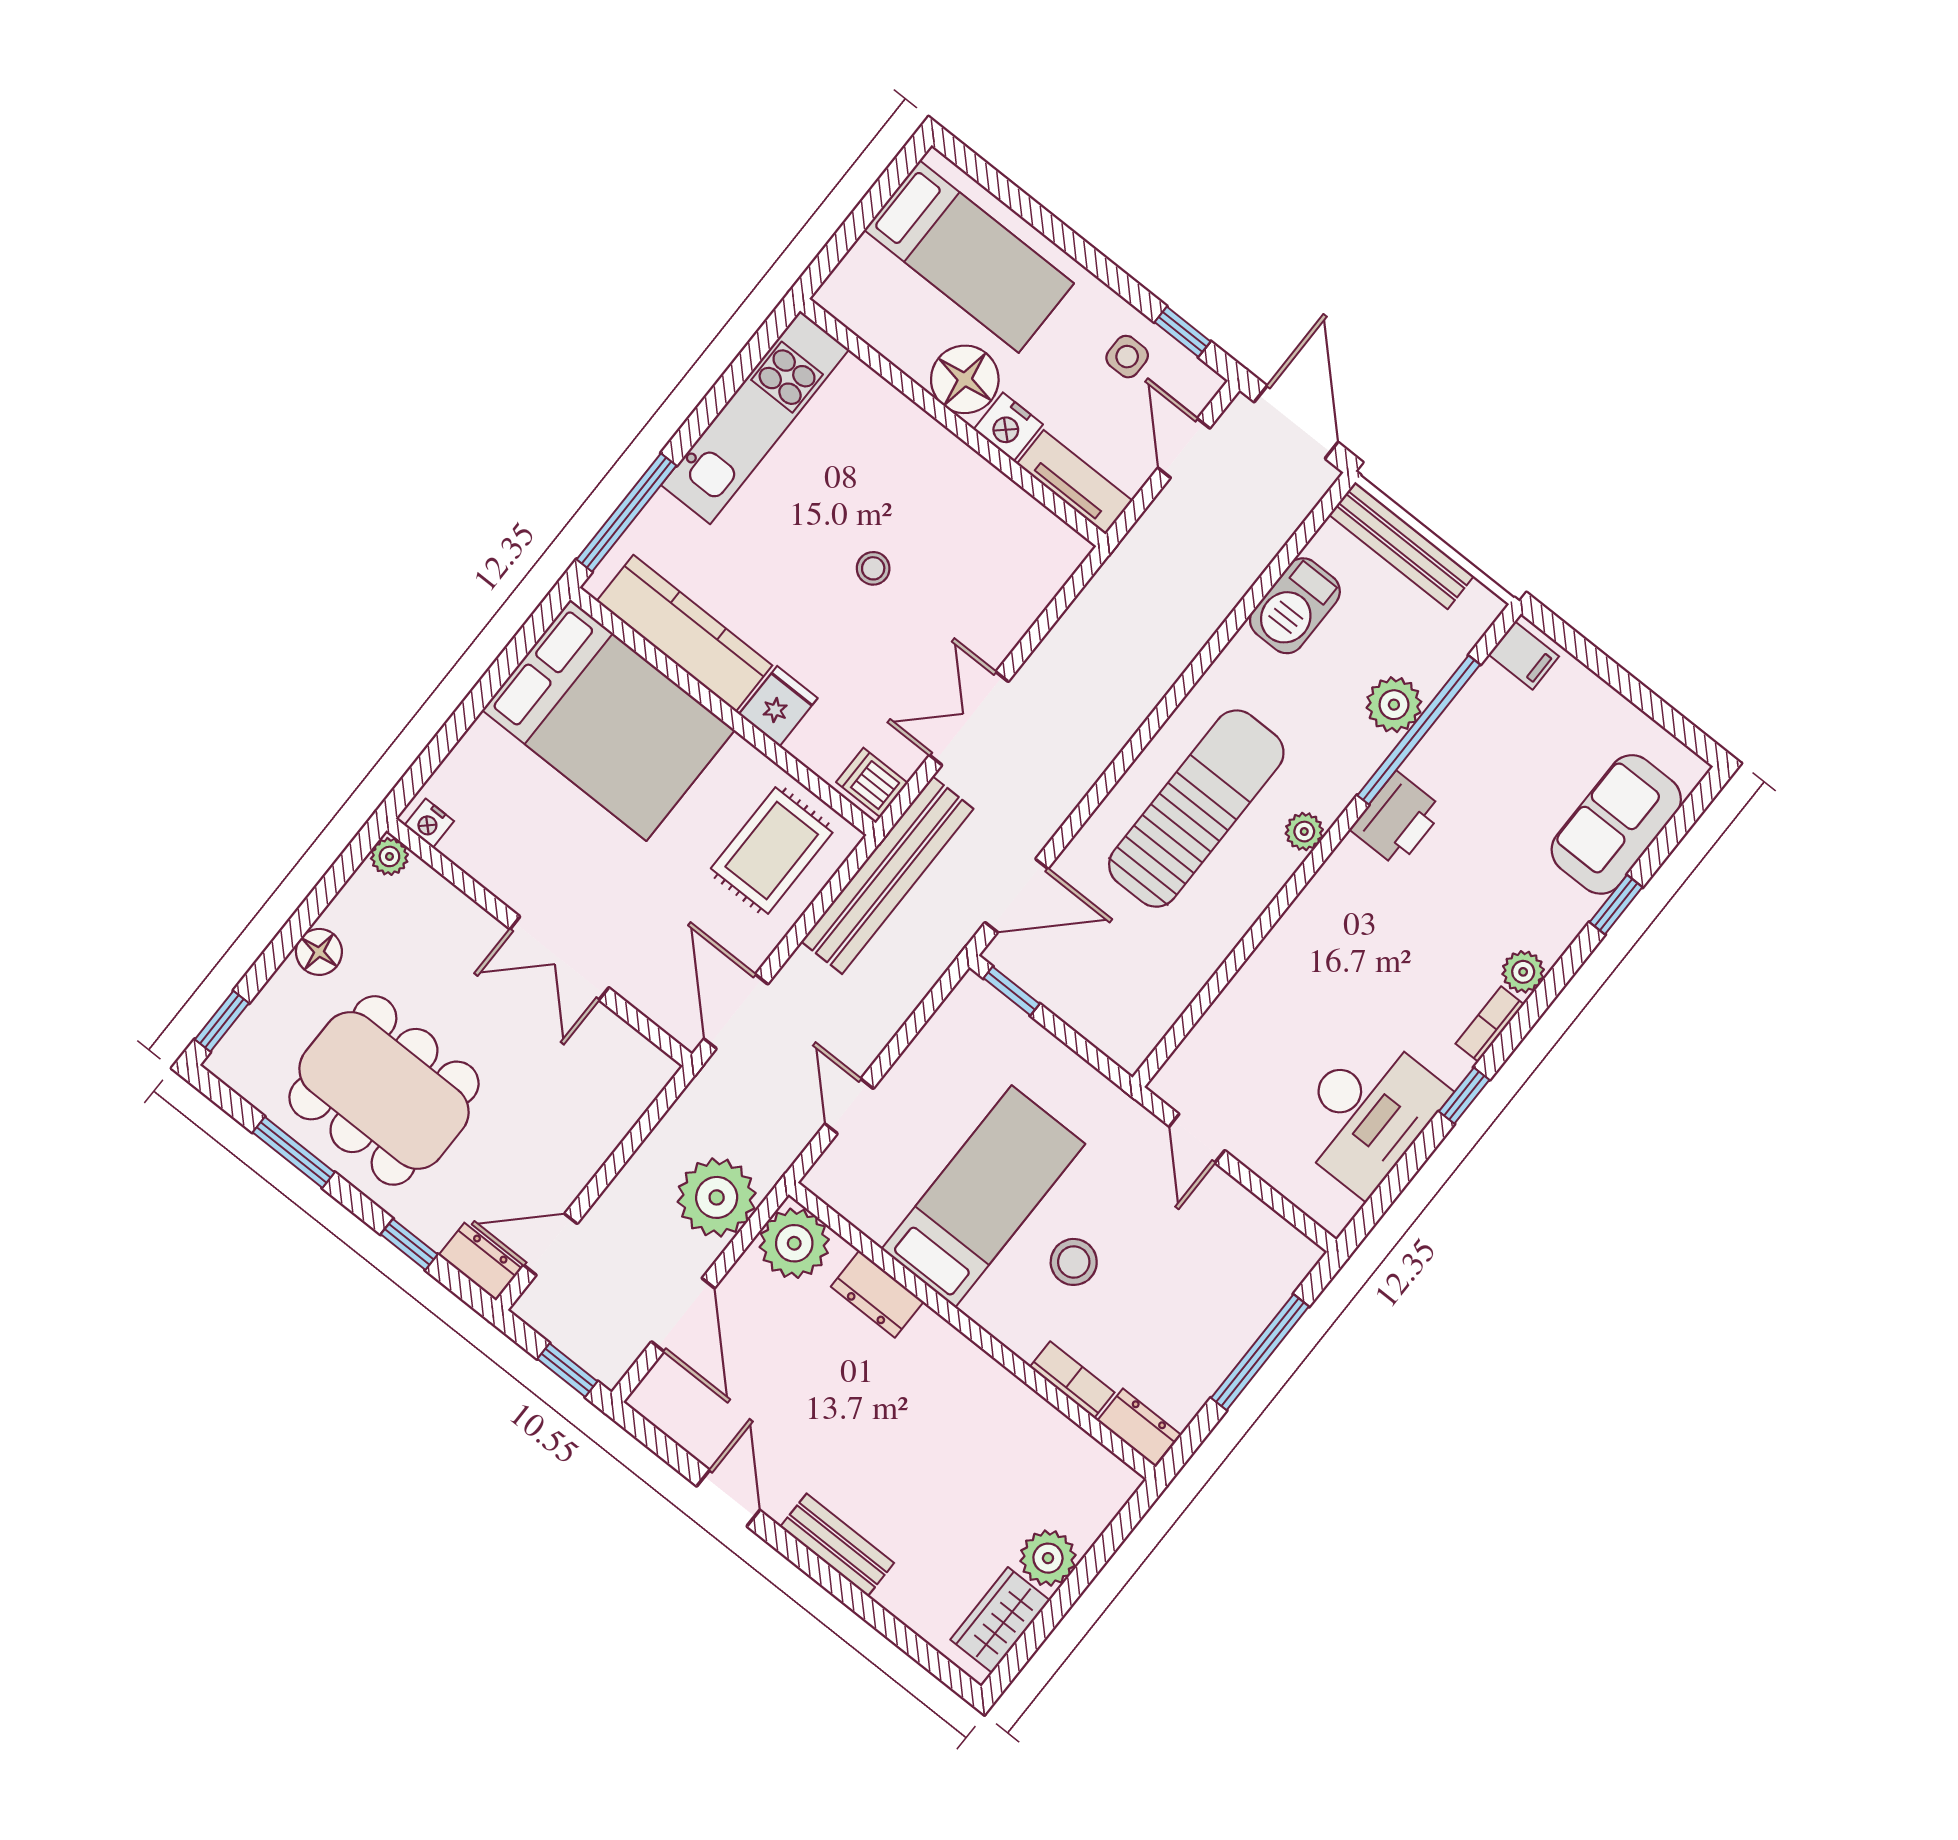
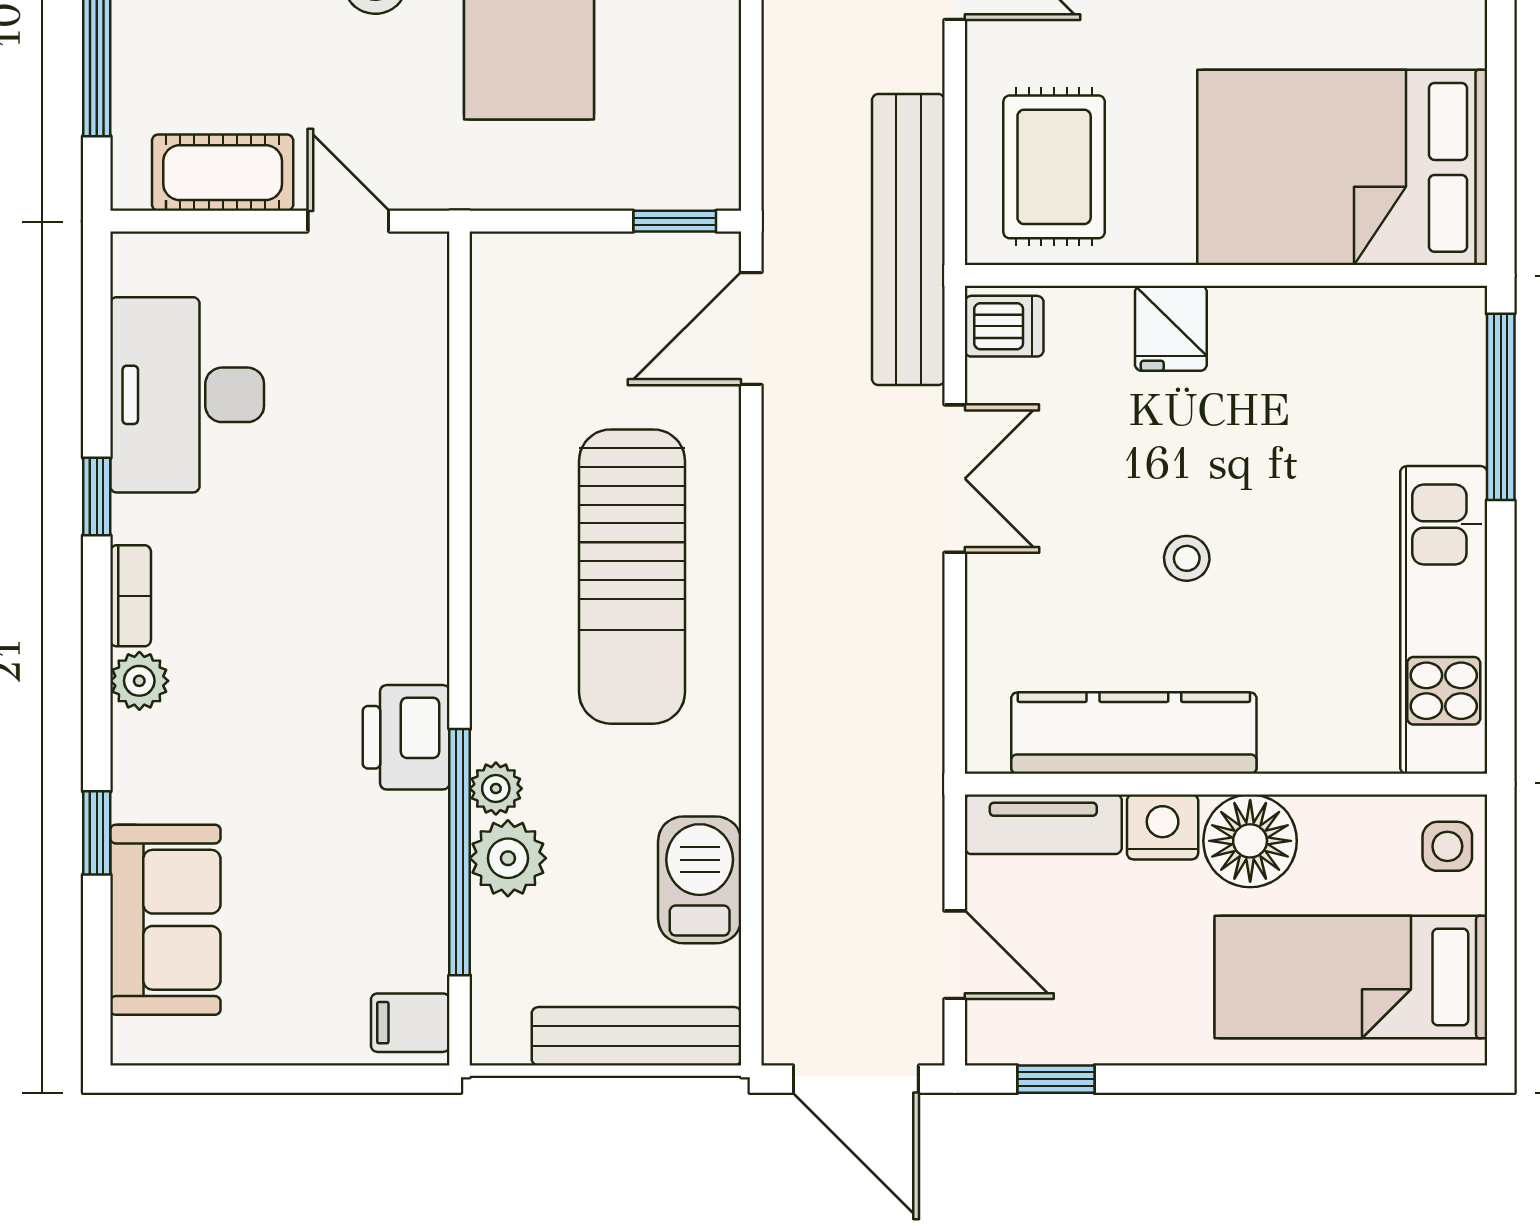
side table: (1127, 357) -> (1447, 846), moved
kitchen counter: (684, 633) -> (1134, 733), moved, turned 180
plant: (1304, 832) -> (496, 789), moved
cot: (1246, 1223) -> (223, 173), added

